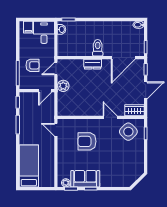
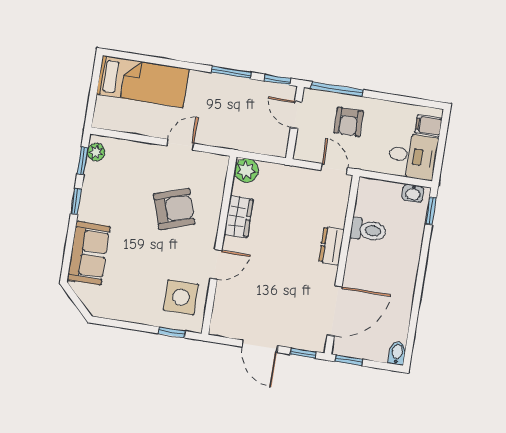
toilet: (98, 48) -> (368, 230), moved
door: (123, 58) -> (335, 311), swing flipped
plant: (63, 86) -> (246, 170), moved
door: (45, 91) -> (296, 115), moved
wardrobe: (134, 110) -> (239, 217), moved
door: (56, 130) -> (180, 145), moved
side table: (128, 132) -> (181, 297), turned 45
armchair: (87, 141) -> (174, 209), turned 72
sofa: (85, 179) -> (89, 253), moved

